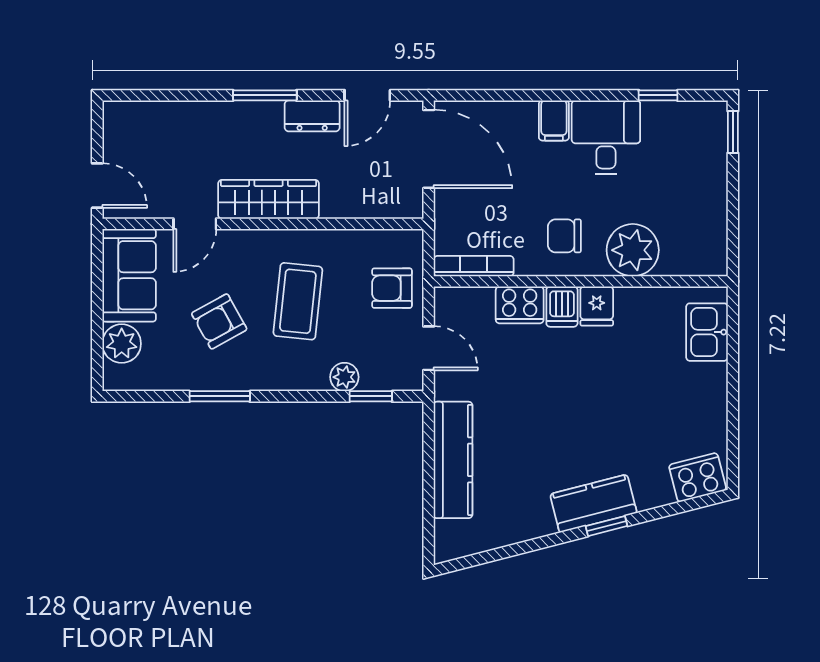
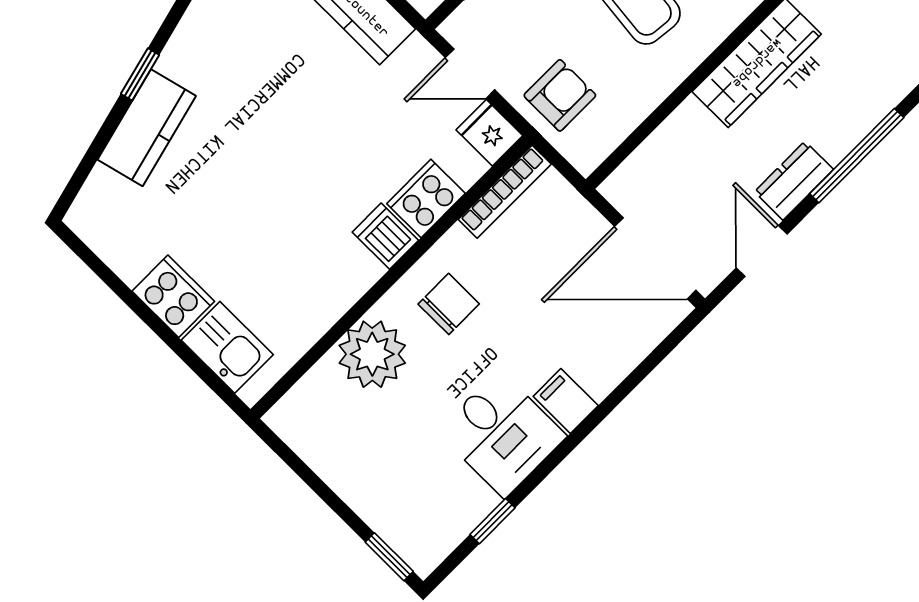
window: (265, 95) -> (857, 156), width x1.44
fridge: (597, 306) -> (489, 133), moved
cooker: (698, 477) -> (173, 296), moved, turned -76
kitchen counter: (593, 504) -> (147, 128), moved

